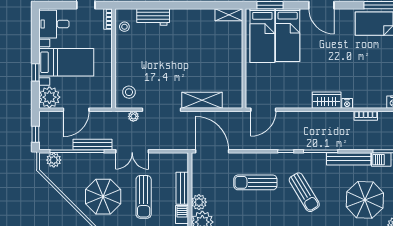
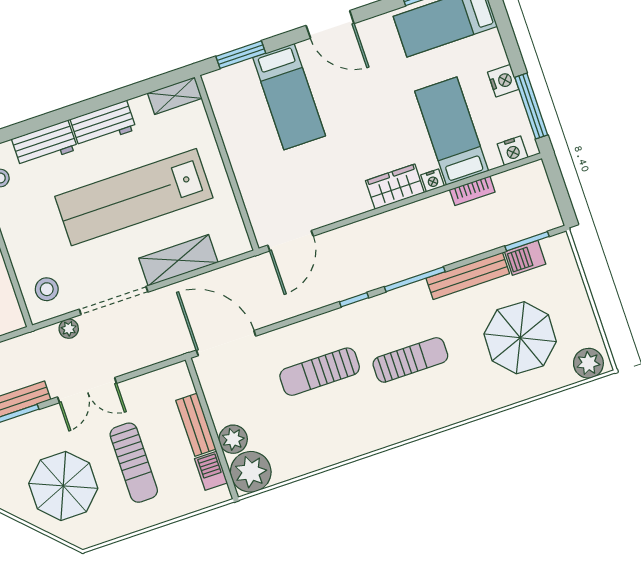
workbench: (187, 17) -> (103, 124), added
bed: (262, 36) -> (452, 131), moved, turned 180
lab bench: (190, 60) -> (134, 197), added
sun lounger: (304, 192) -> (410, 360), turned -59

